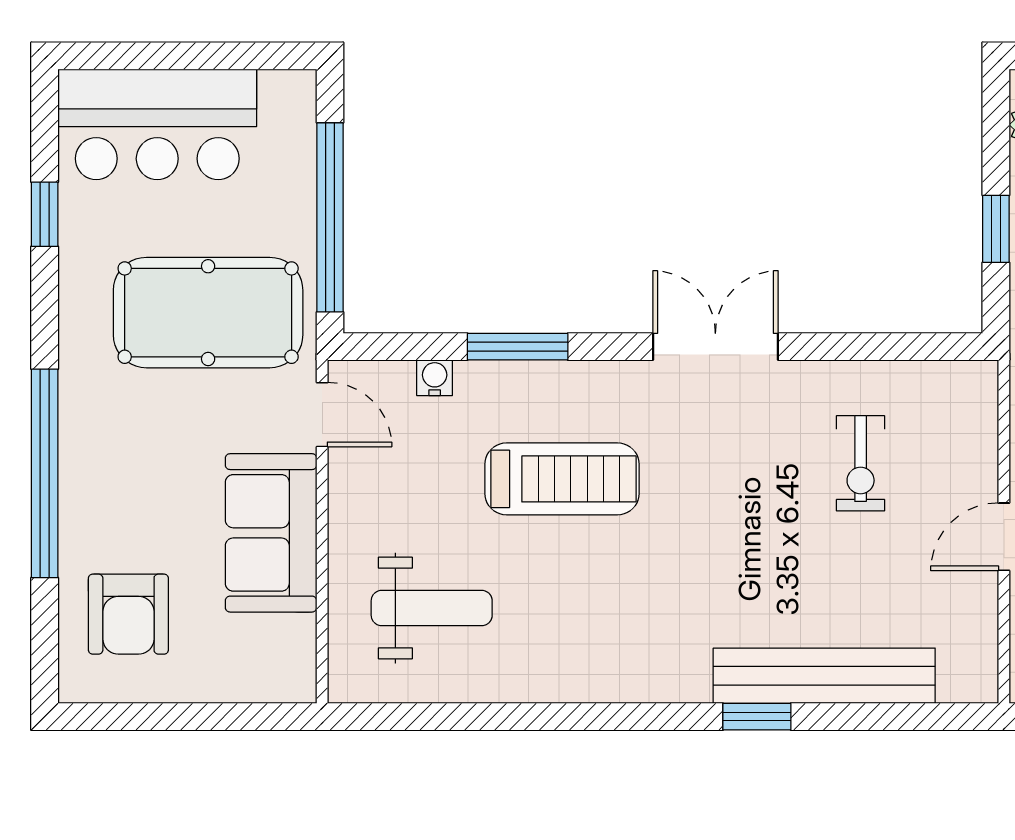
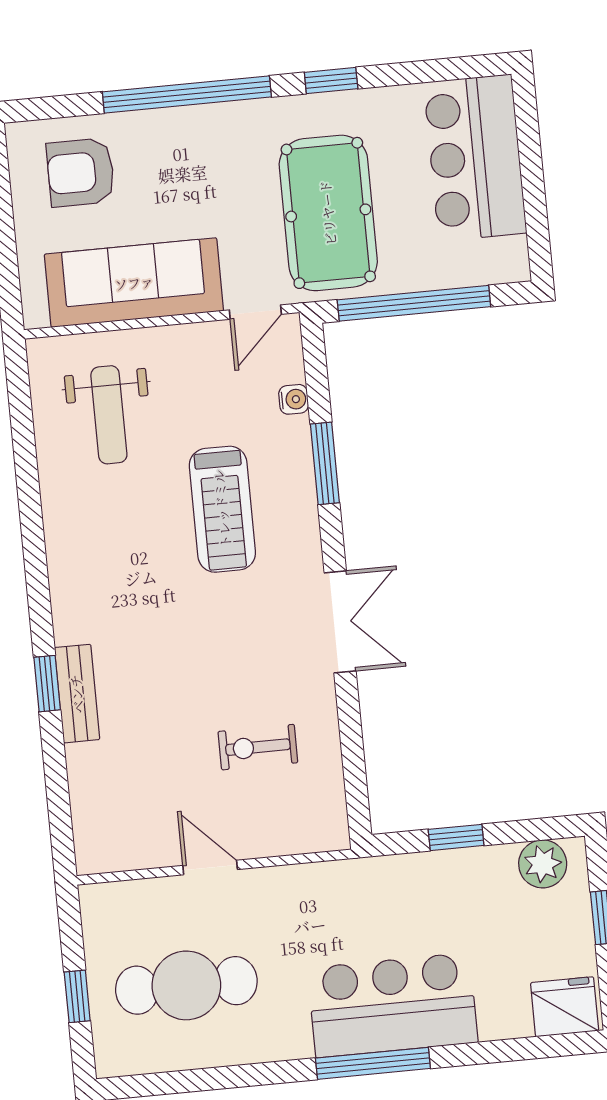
window: (45, 214) -> (331, 81), moved
sofa: (271, 533) -> (134, 283), width x1.36
bench: (824, 676) -> (77, 694), width x0.54, depth x0.82

